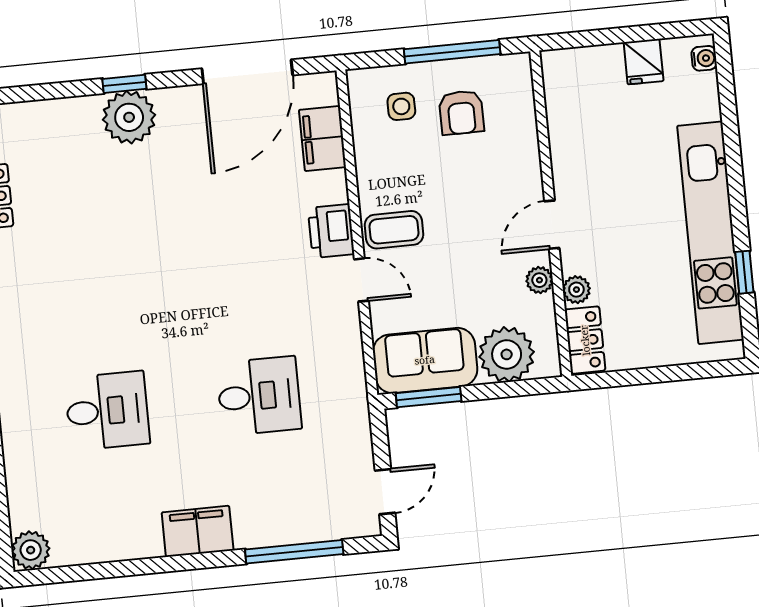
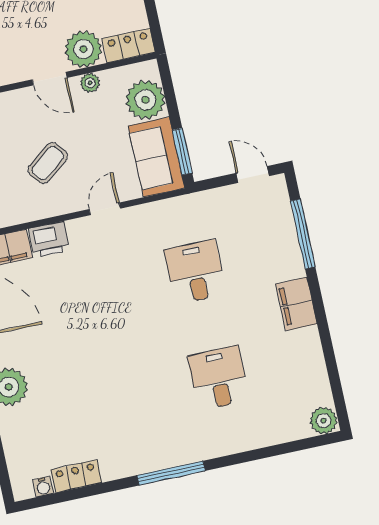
coffee table: (394, 230) -> (48, 163), moved, turned 52
printer: (331, 231) -> (49, 239), moved
plant: (576, 290) -> (83, 49), width x1.88, depth x1.88

